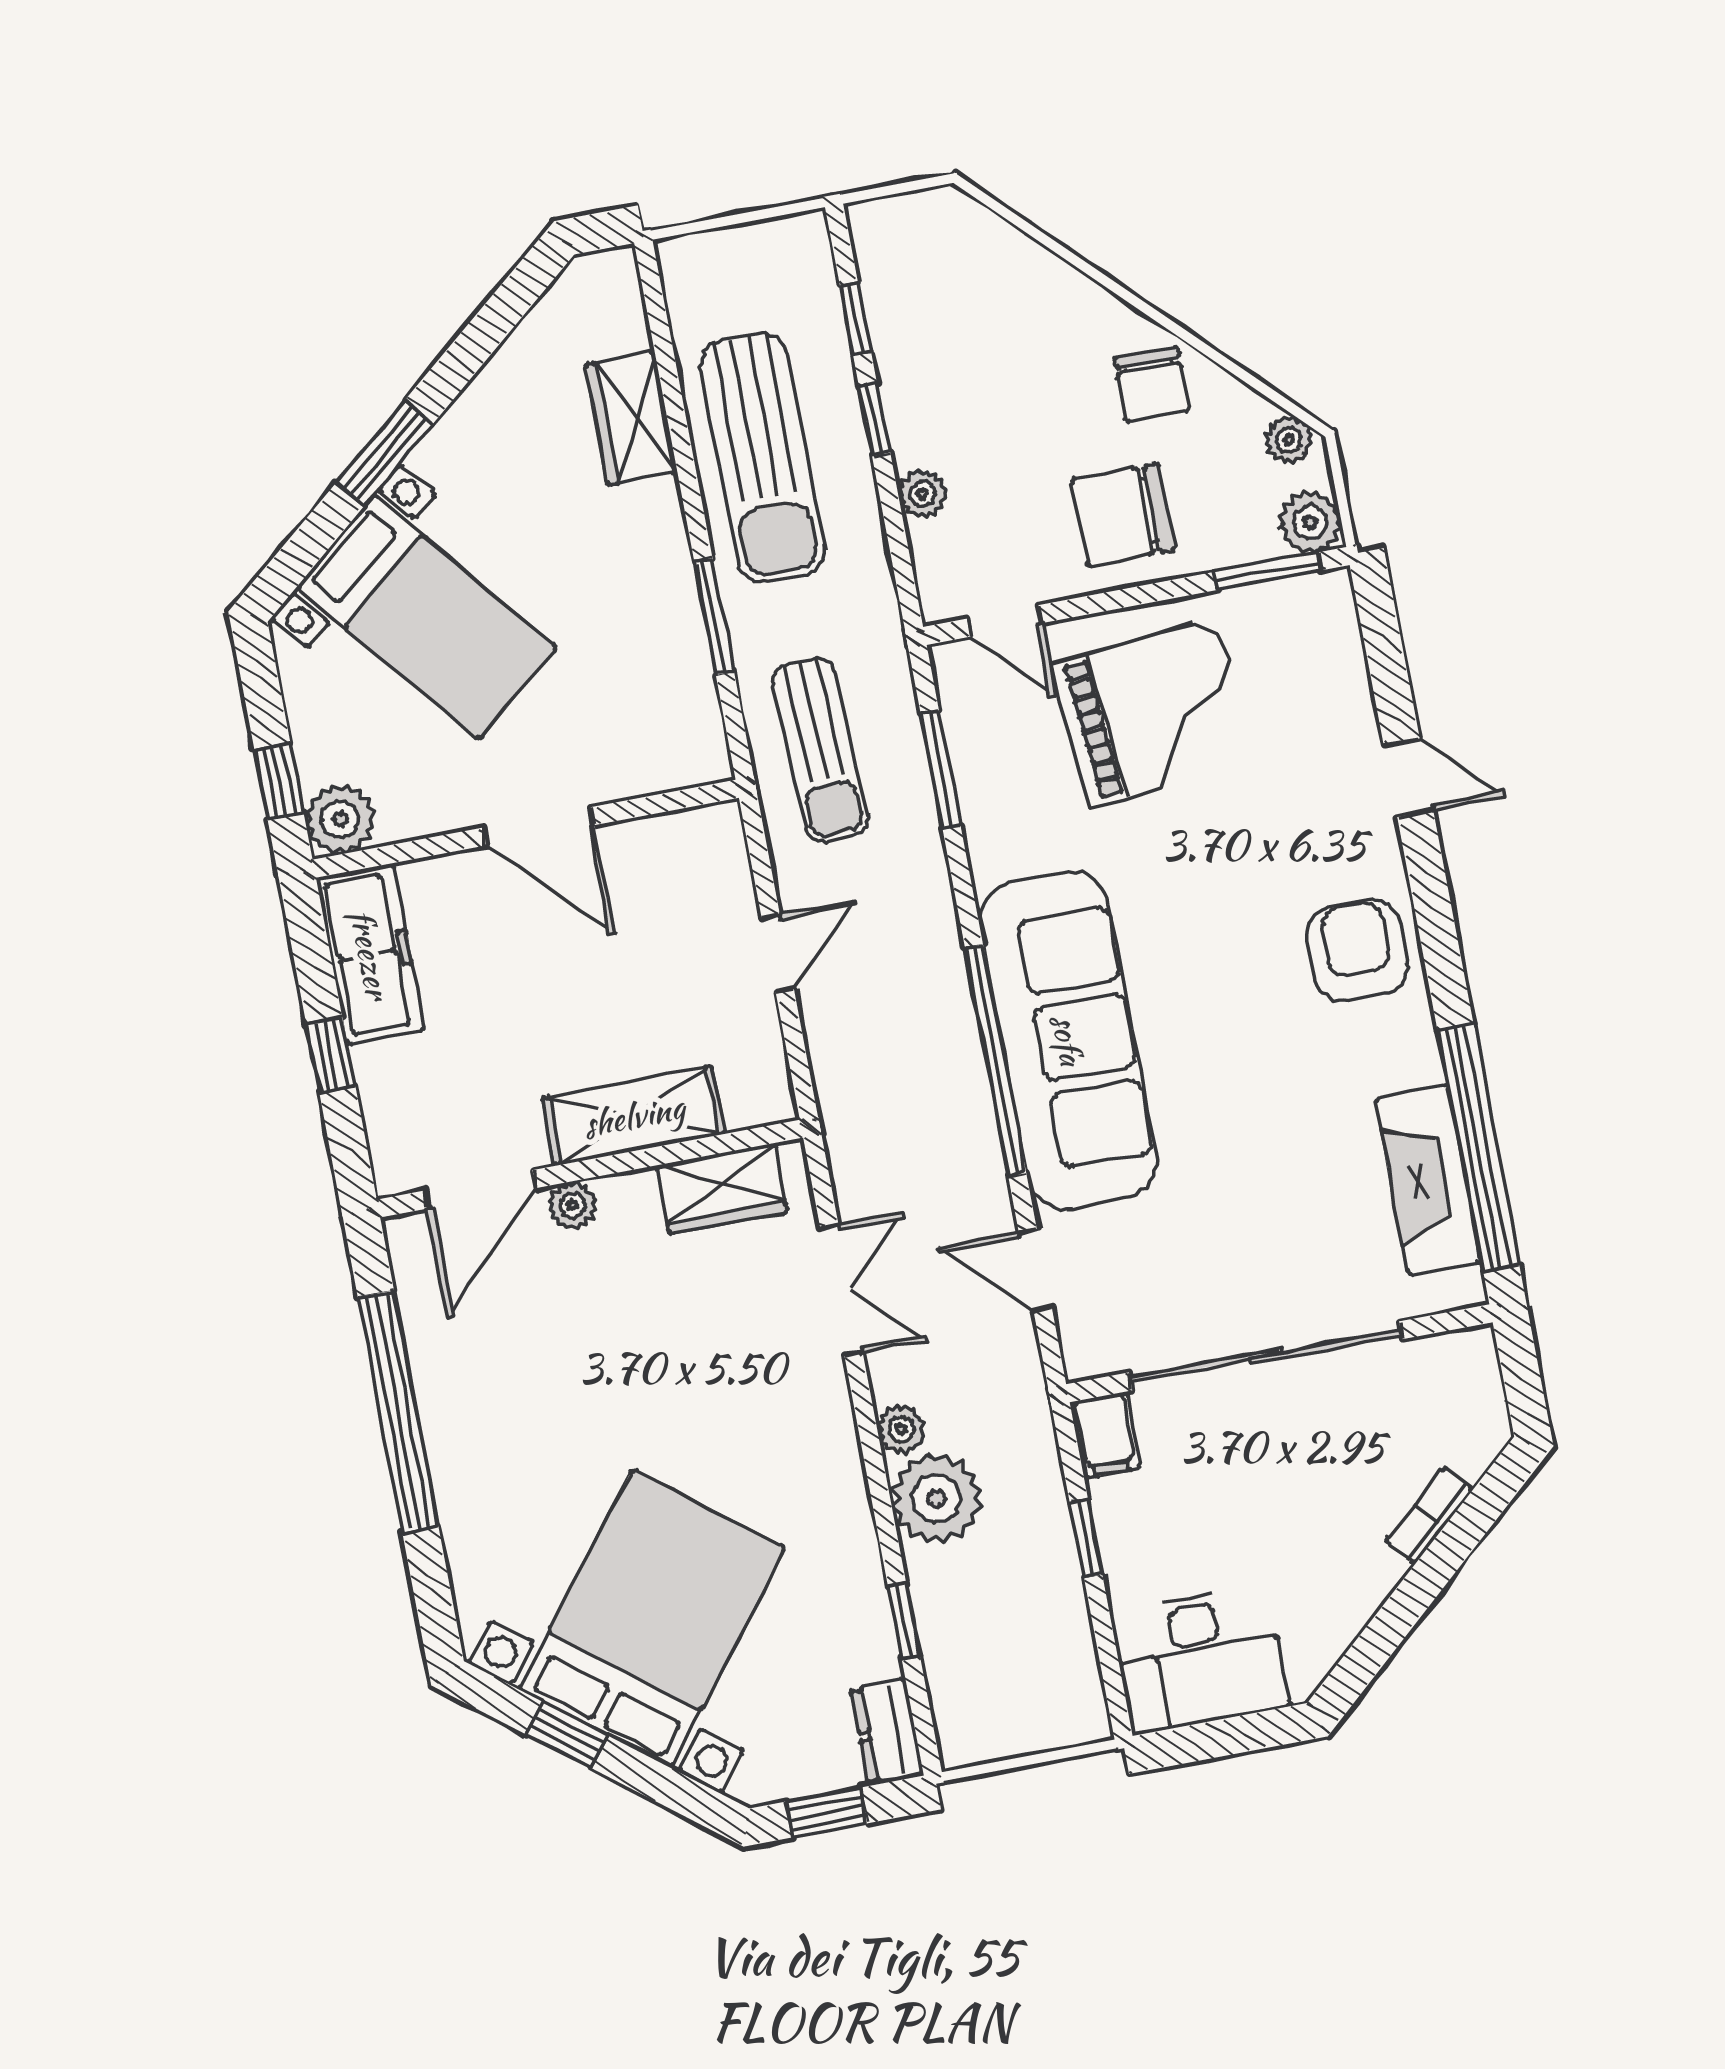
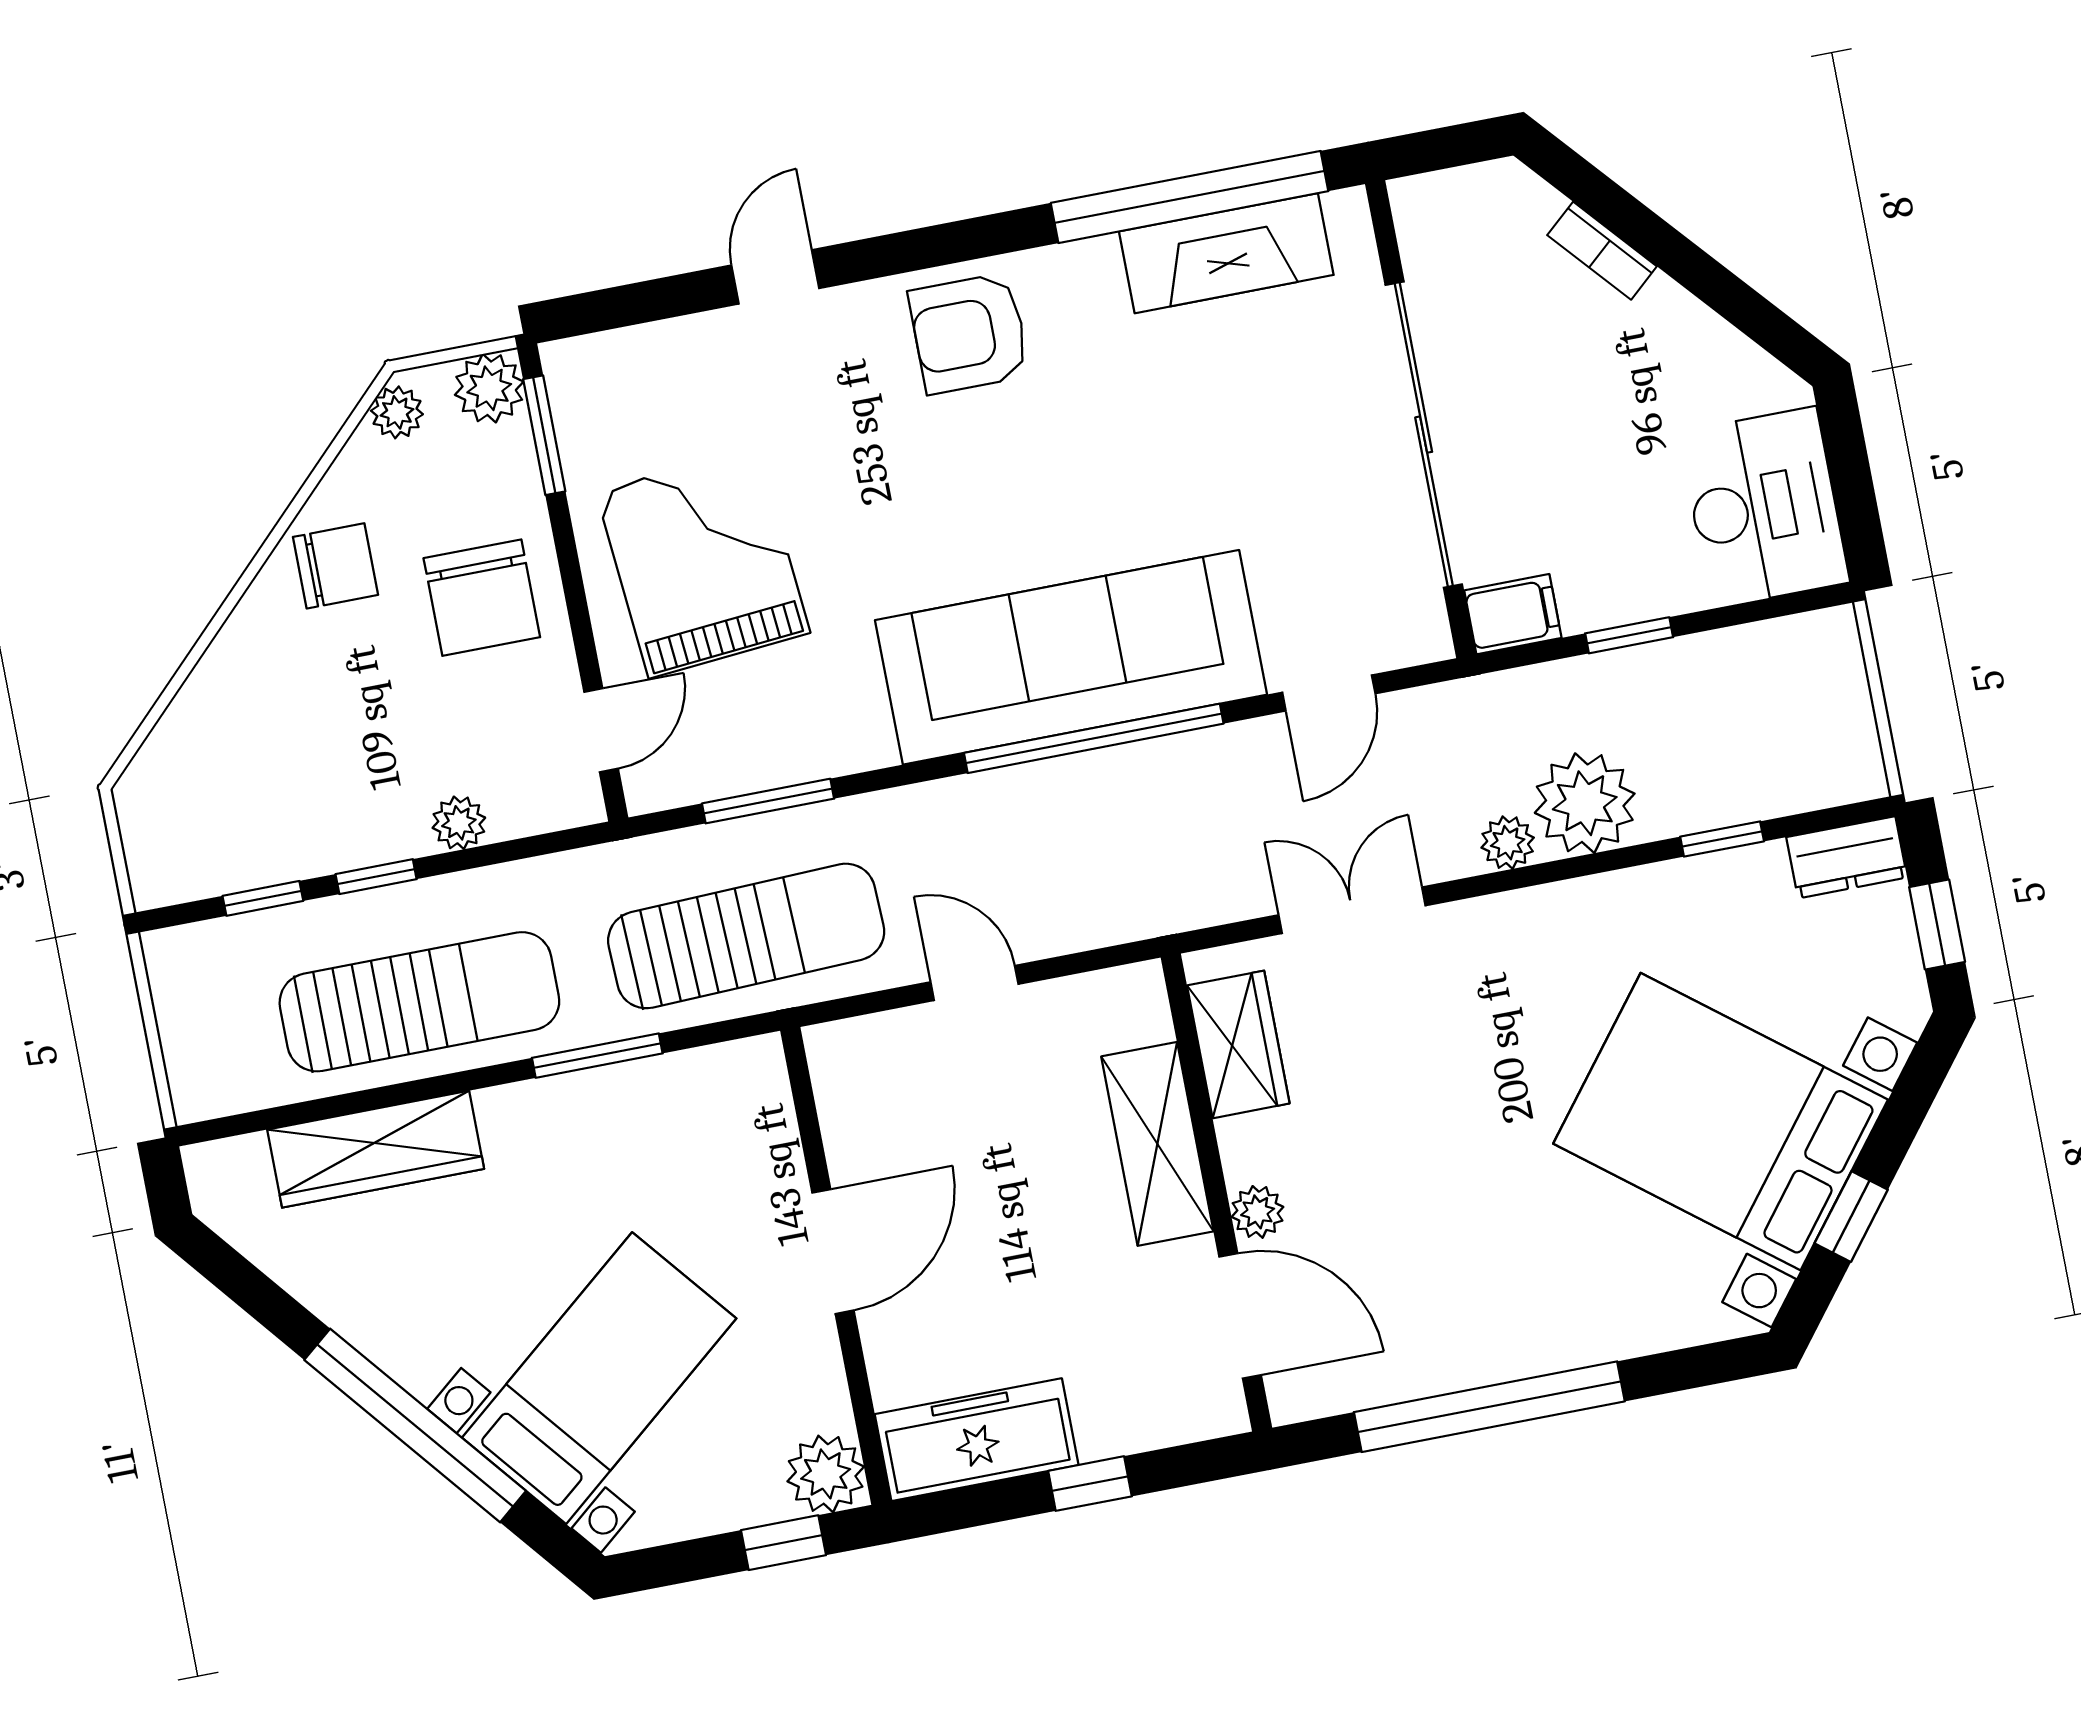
wardrobe: (631, 418) -> (376, 1149), width x1.50
window: (385, 453) -> (415, 1425), width x2.11
sun lounger: (820, 750) -> (746, 936), width x1.36, depth x1.34

